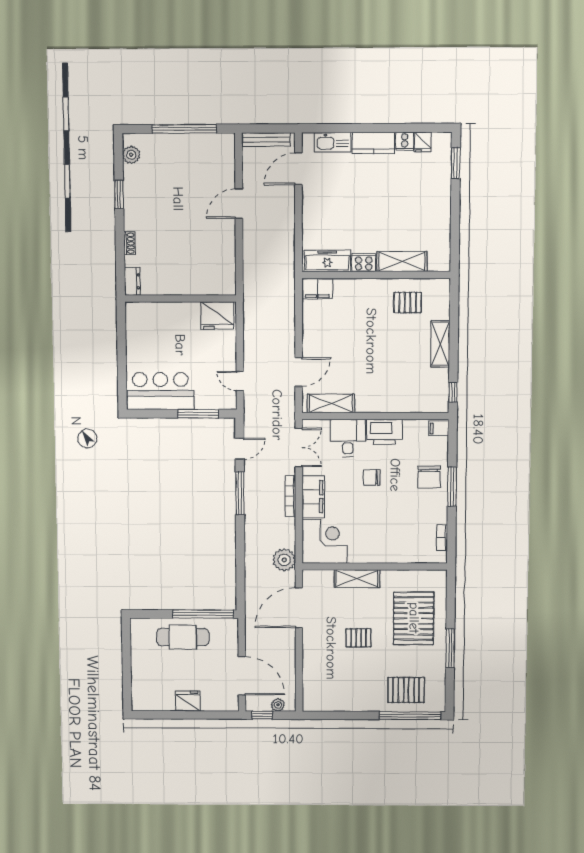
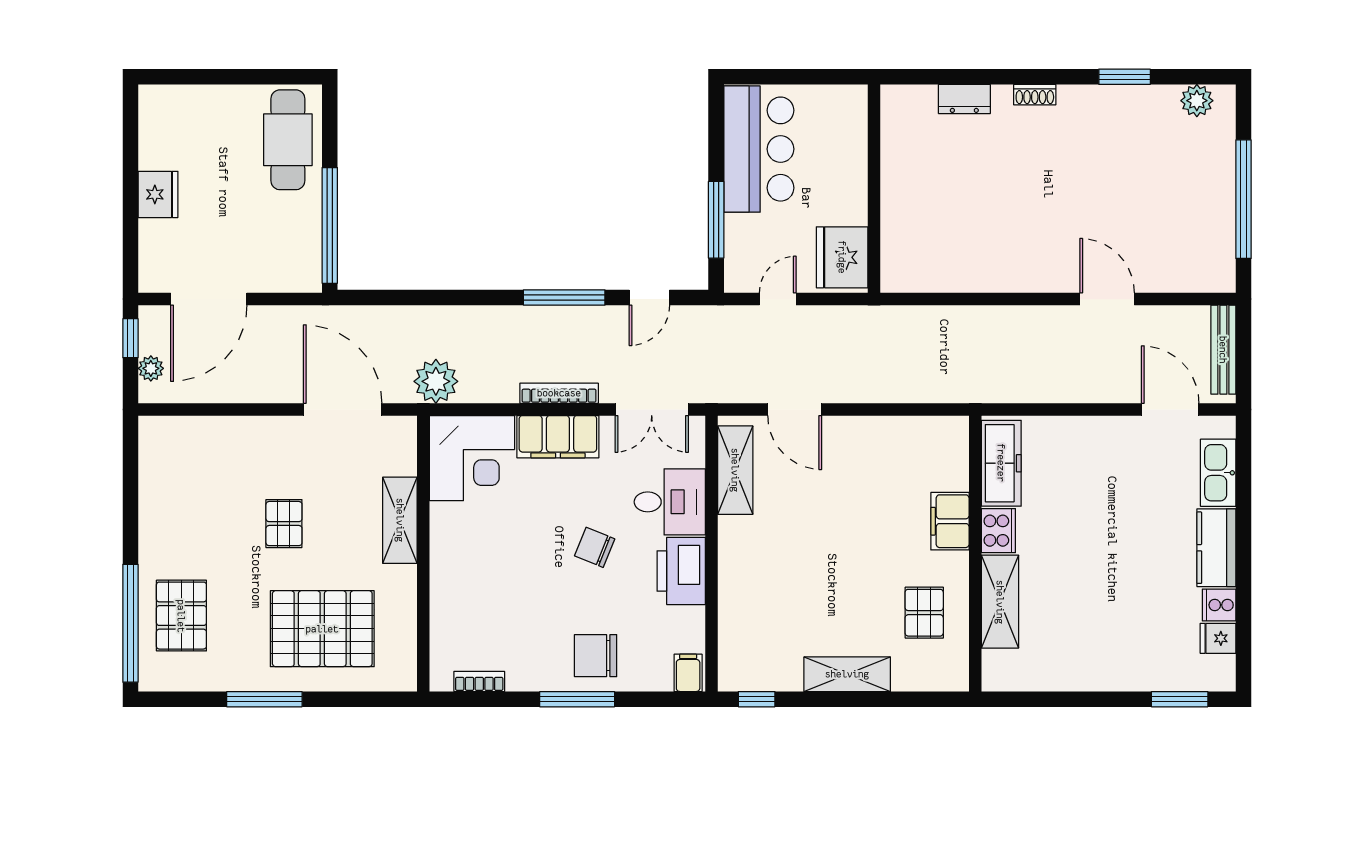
filing cabinet: (317, 289) -> (950, 521), moved
wall: (180, 299) -> (874, 189), moved
fridge: (217, 316) -> (842, 257), moved
door: (240, 449) -> (649, 298), hinge flipped
chair: (372, 478) -> (595, 547), turned -68
cafe table: (183, 637) -> (288, 140), moved

